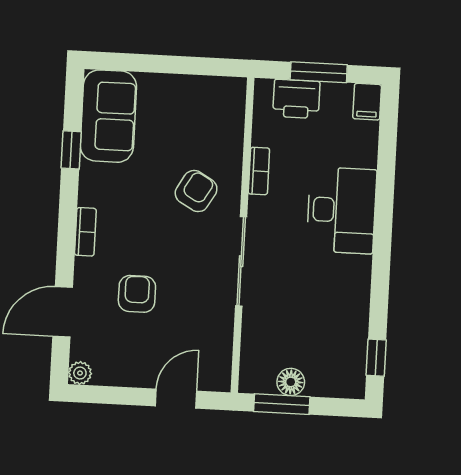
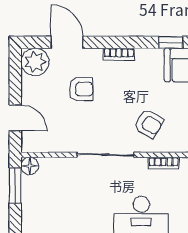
plant: (80, 373) -> (35, 62), width x1.87, depth x1.87
floor lamp: (291, 382) -> (30, 166), moved

